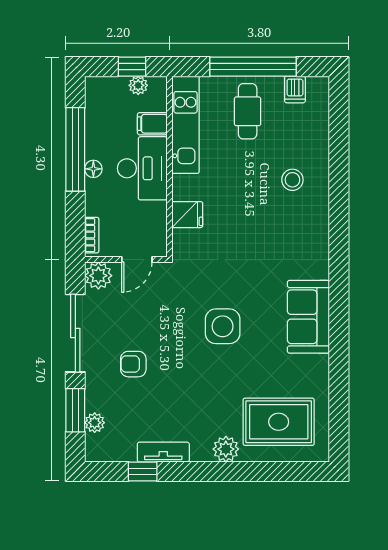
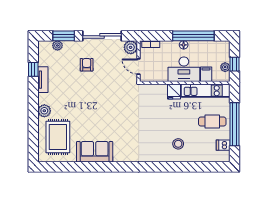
fridge: (187, 215) -> (174, 92), moved
sofa: (308, 317) -> (95, 152), moved
side table: (223, 326) -> (105, 109), removed

